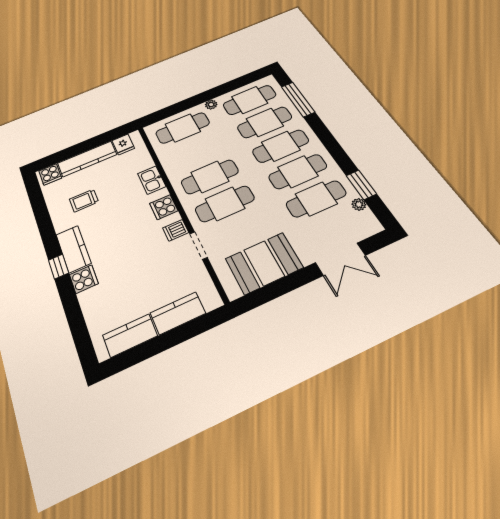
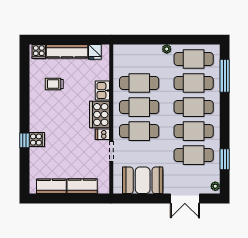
cafe table: (183, 128) -> (139, 83), moved
plant: (359, 204) -> (215, 186), moved
cooker: (164, 207) -> (100, 115), width x1.87, depth x1.31
kitchen counter: (73, 249) -> (37, 116), removed
window: (59, 266) -> (24, 140), moved

